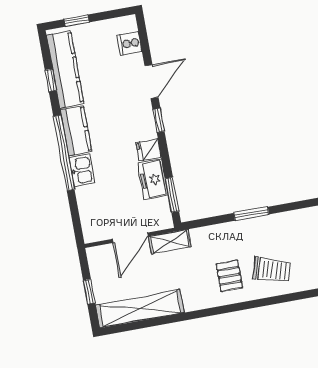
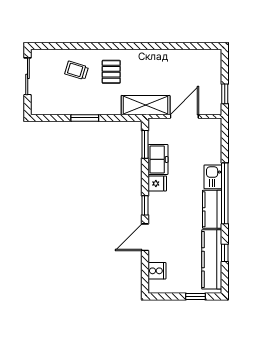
shelving: (170, 242) -> (146, 105), width x1.50, depth x1.33
trolley: (272, 270) -> (76, 70), width x0.73, depth x0.72
window: (89, 292) -> (225, 94), moved
shelving: (140, 309) -> (187, 58), removed

